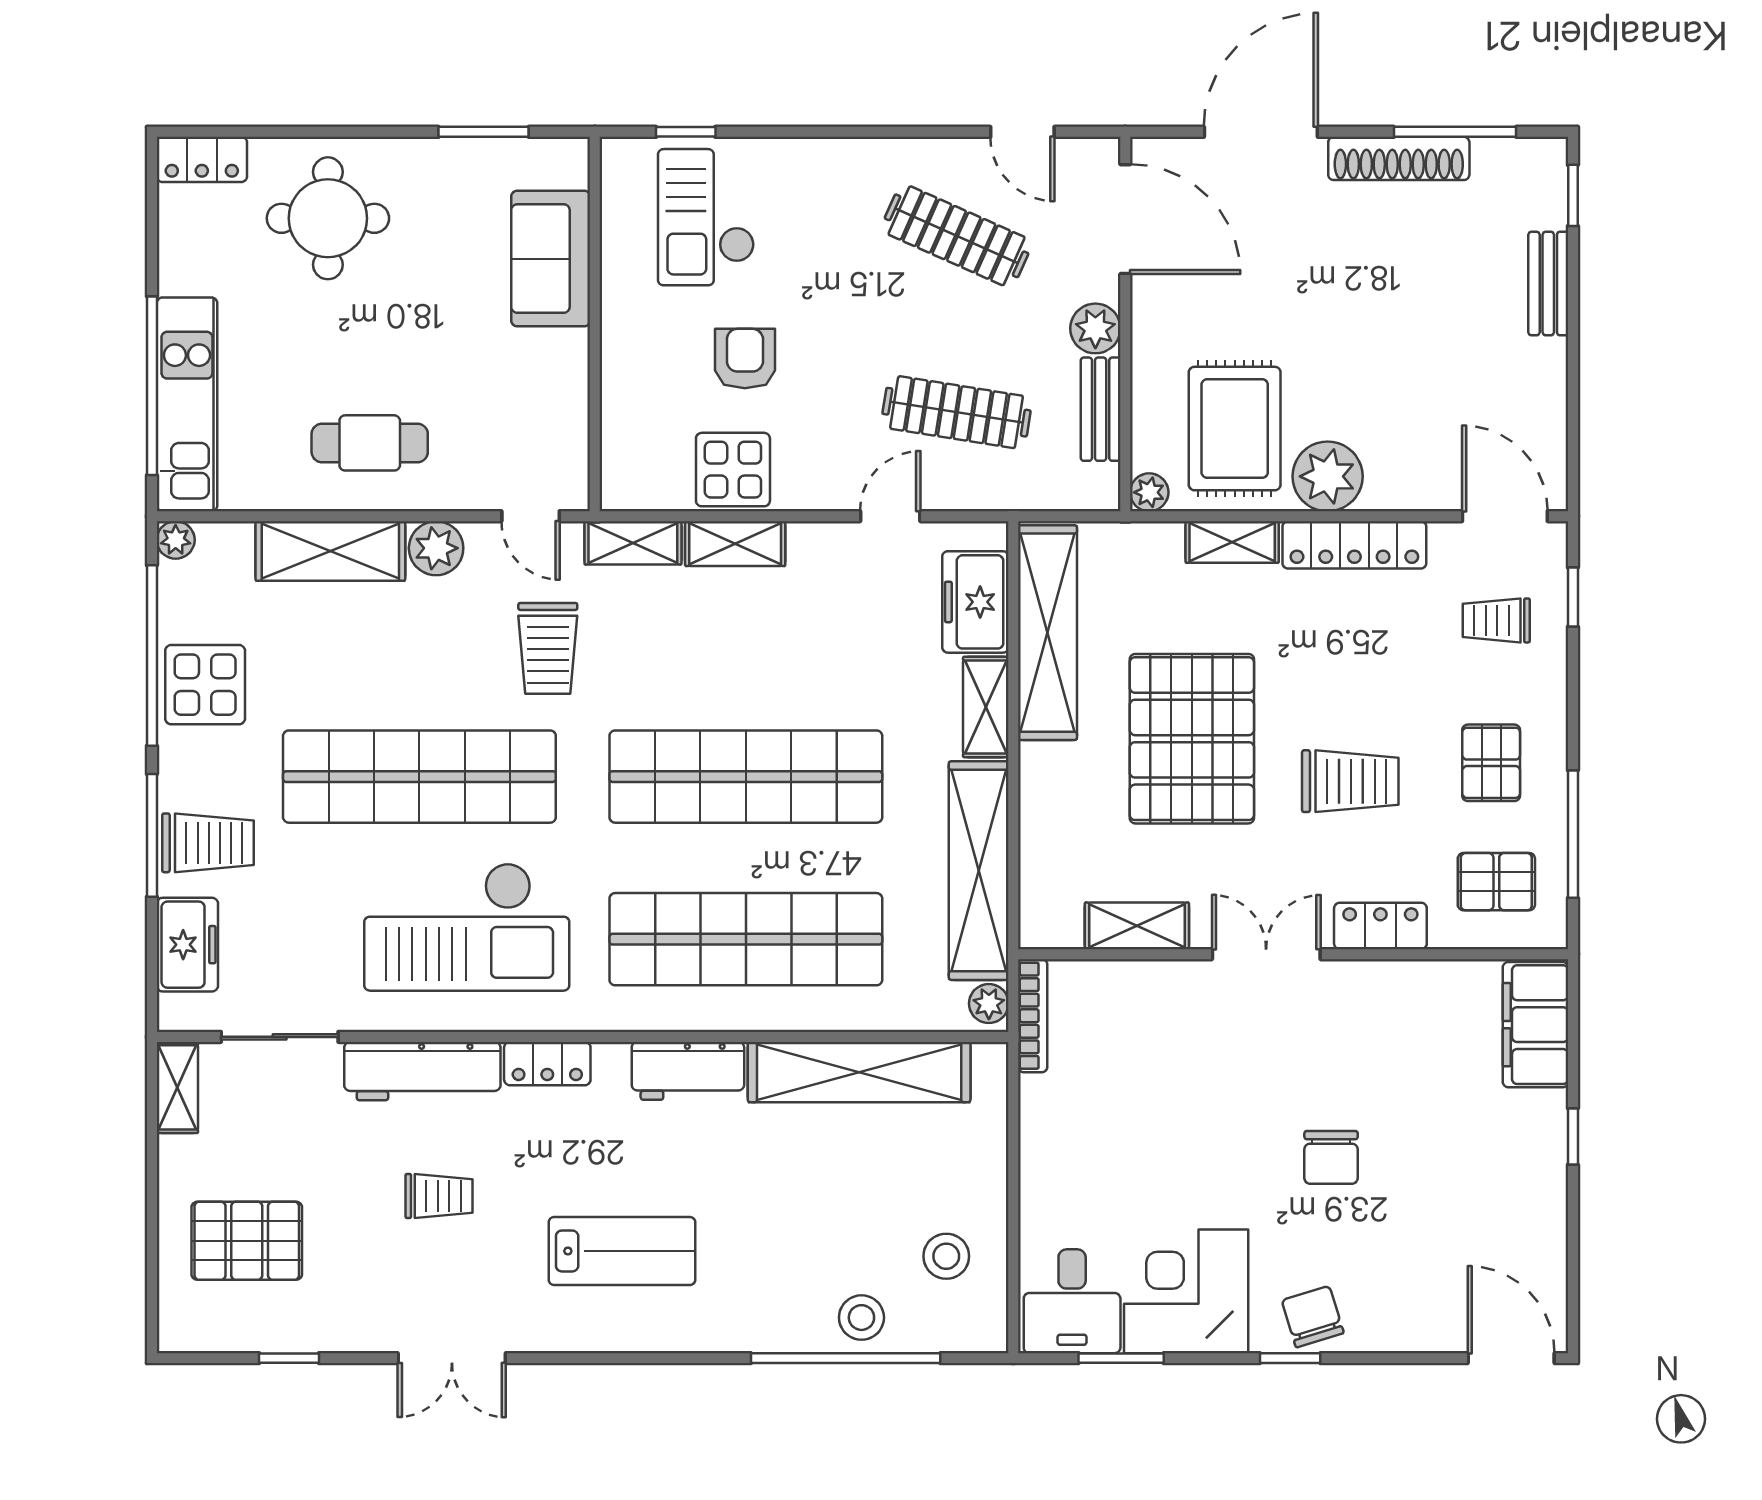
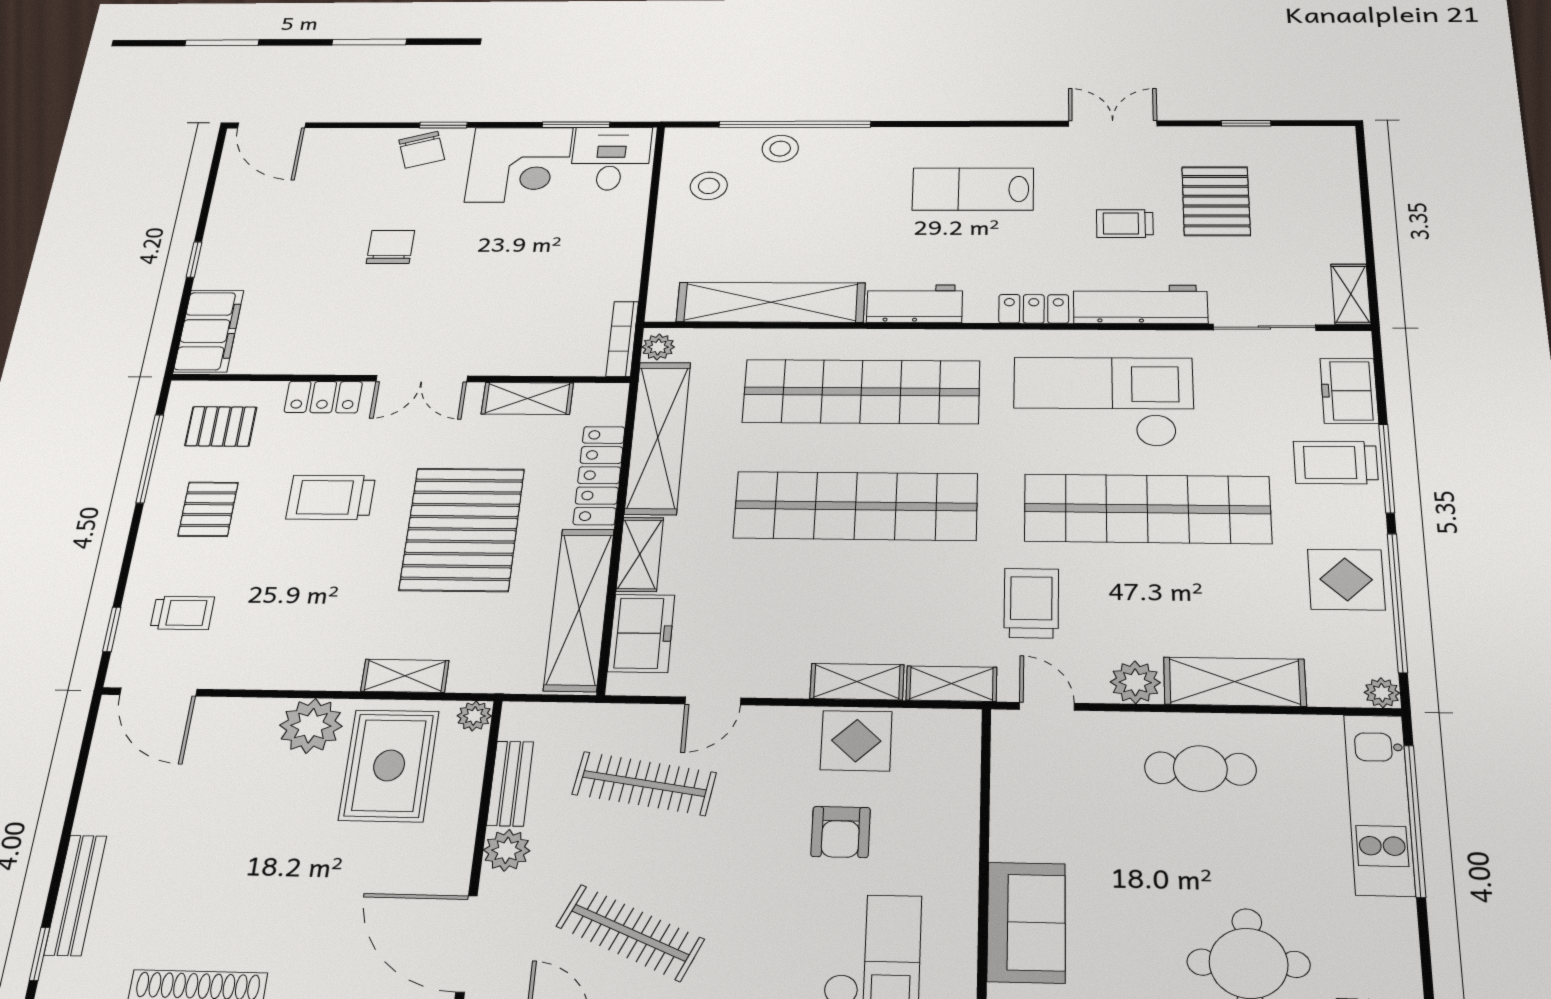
bench: (1548, 284) -> (76, 895), width x1.36
locker: (1354, 545) -> (599, 475), moved, turned -90
pallet: (247, 1241) -> (1216, 201), moved, turned 90

